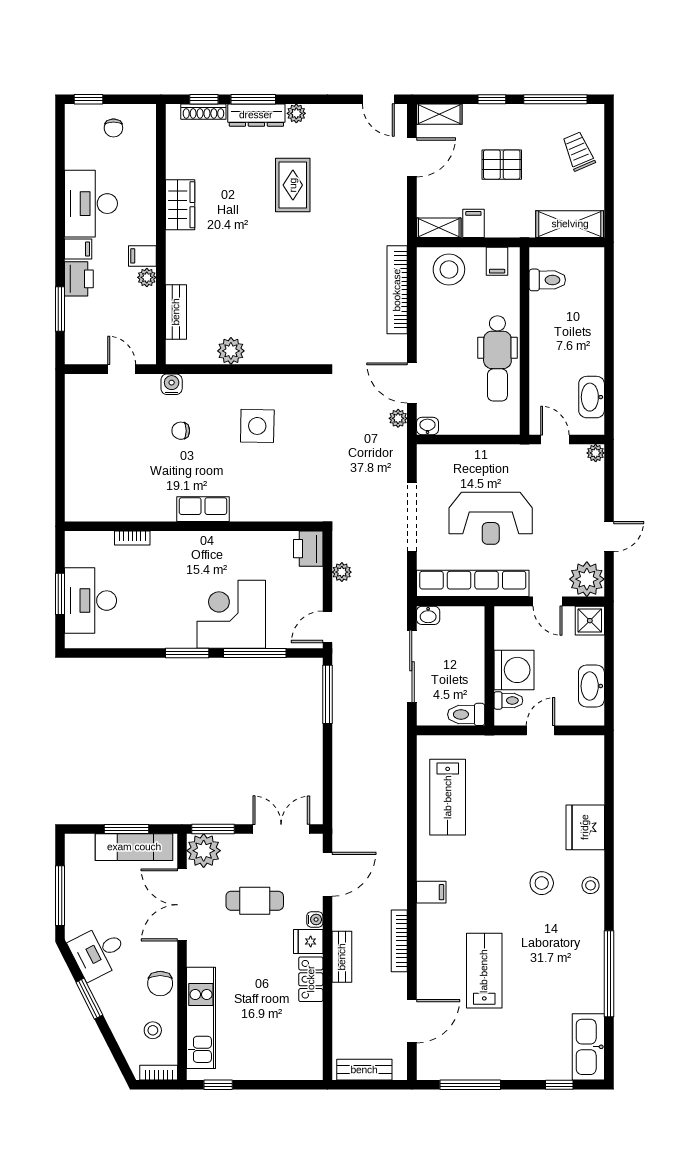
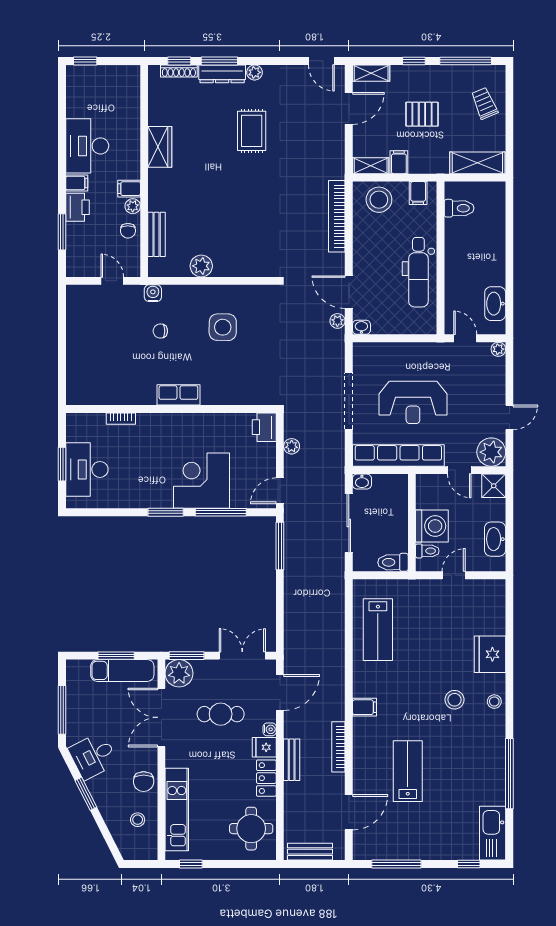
chair: (113, 128) -> (128, 231), moved
round table: (292, 1041) -> (251, 829), added
bookcase: (159, 1073) -> (142, 854), removed

